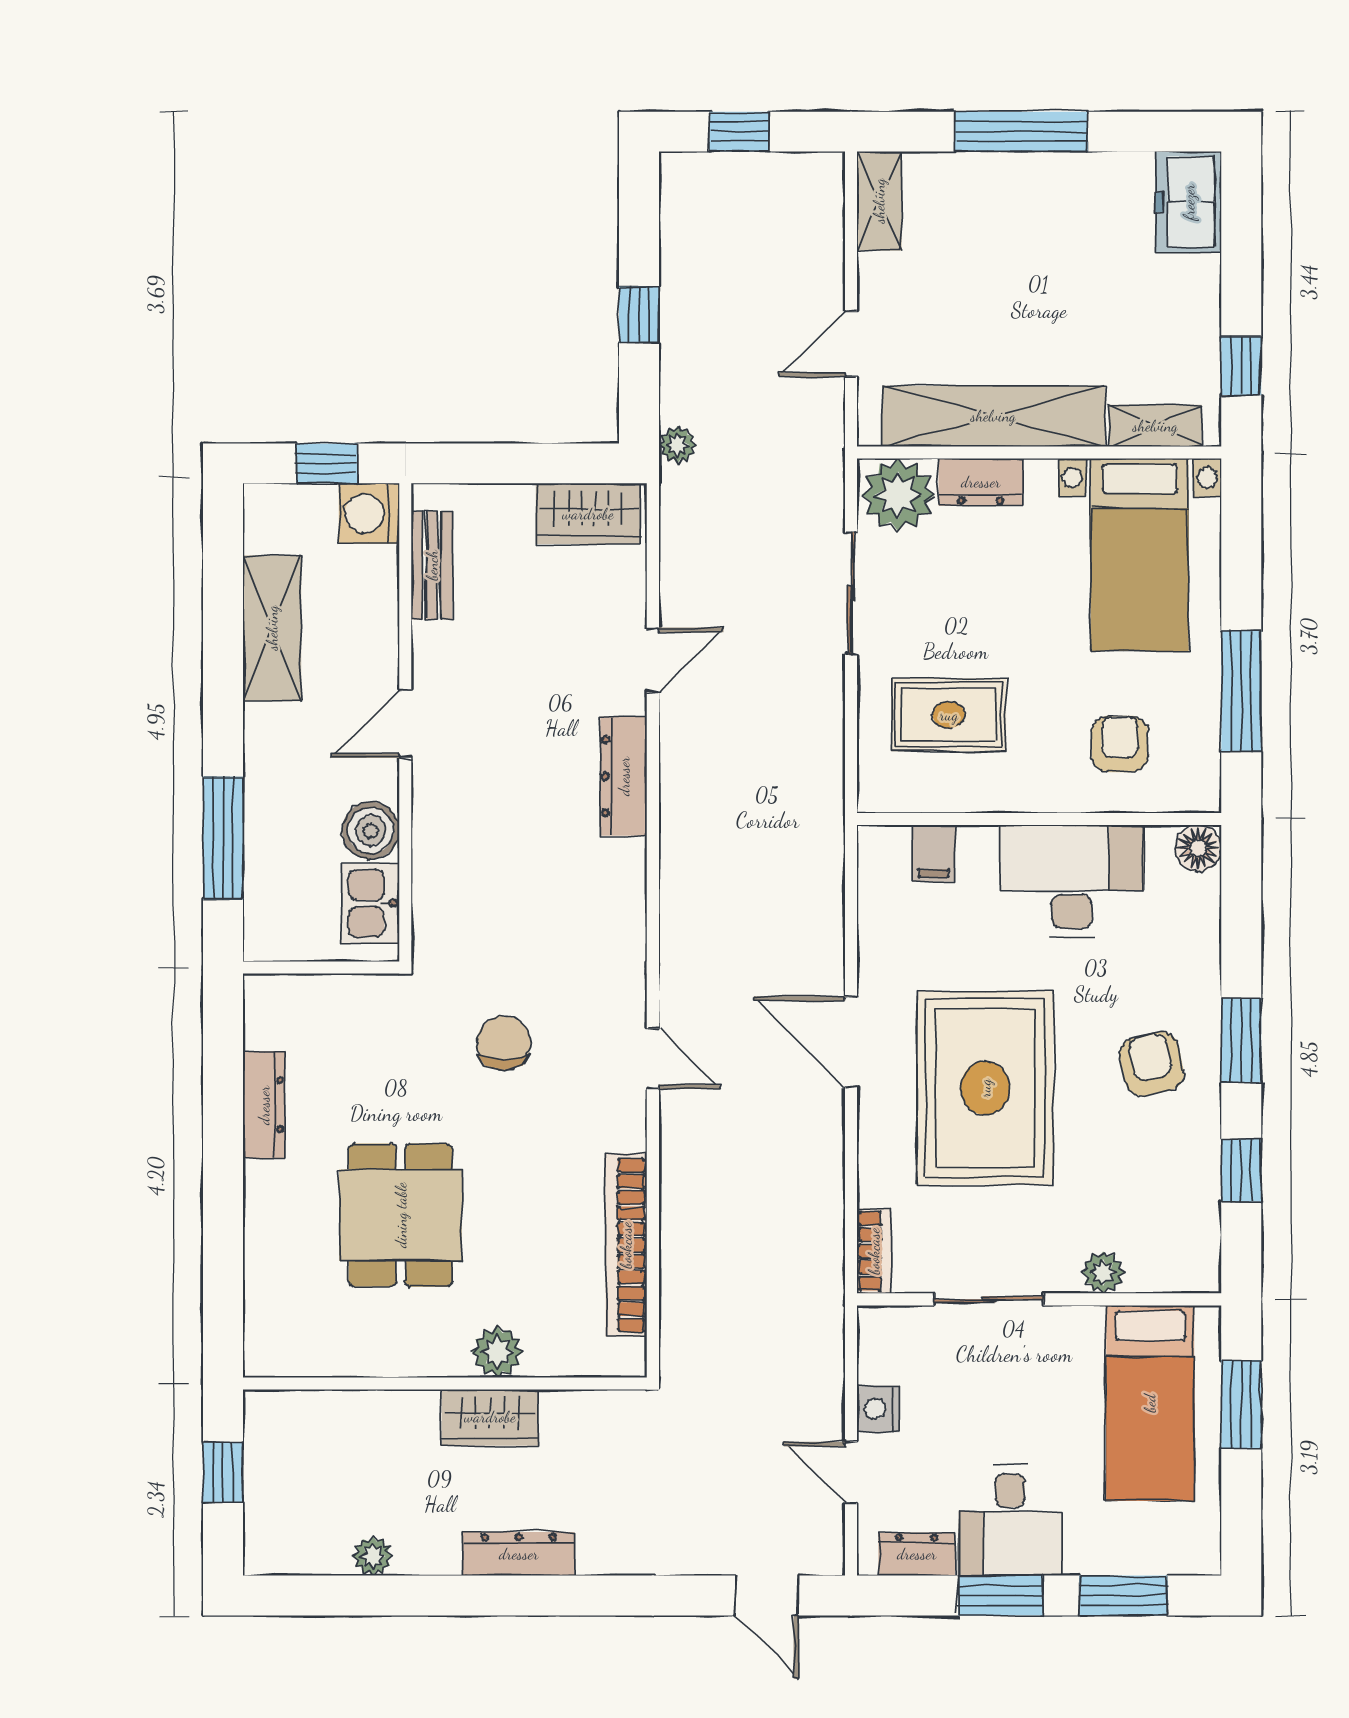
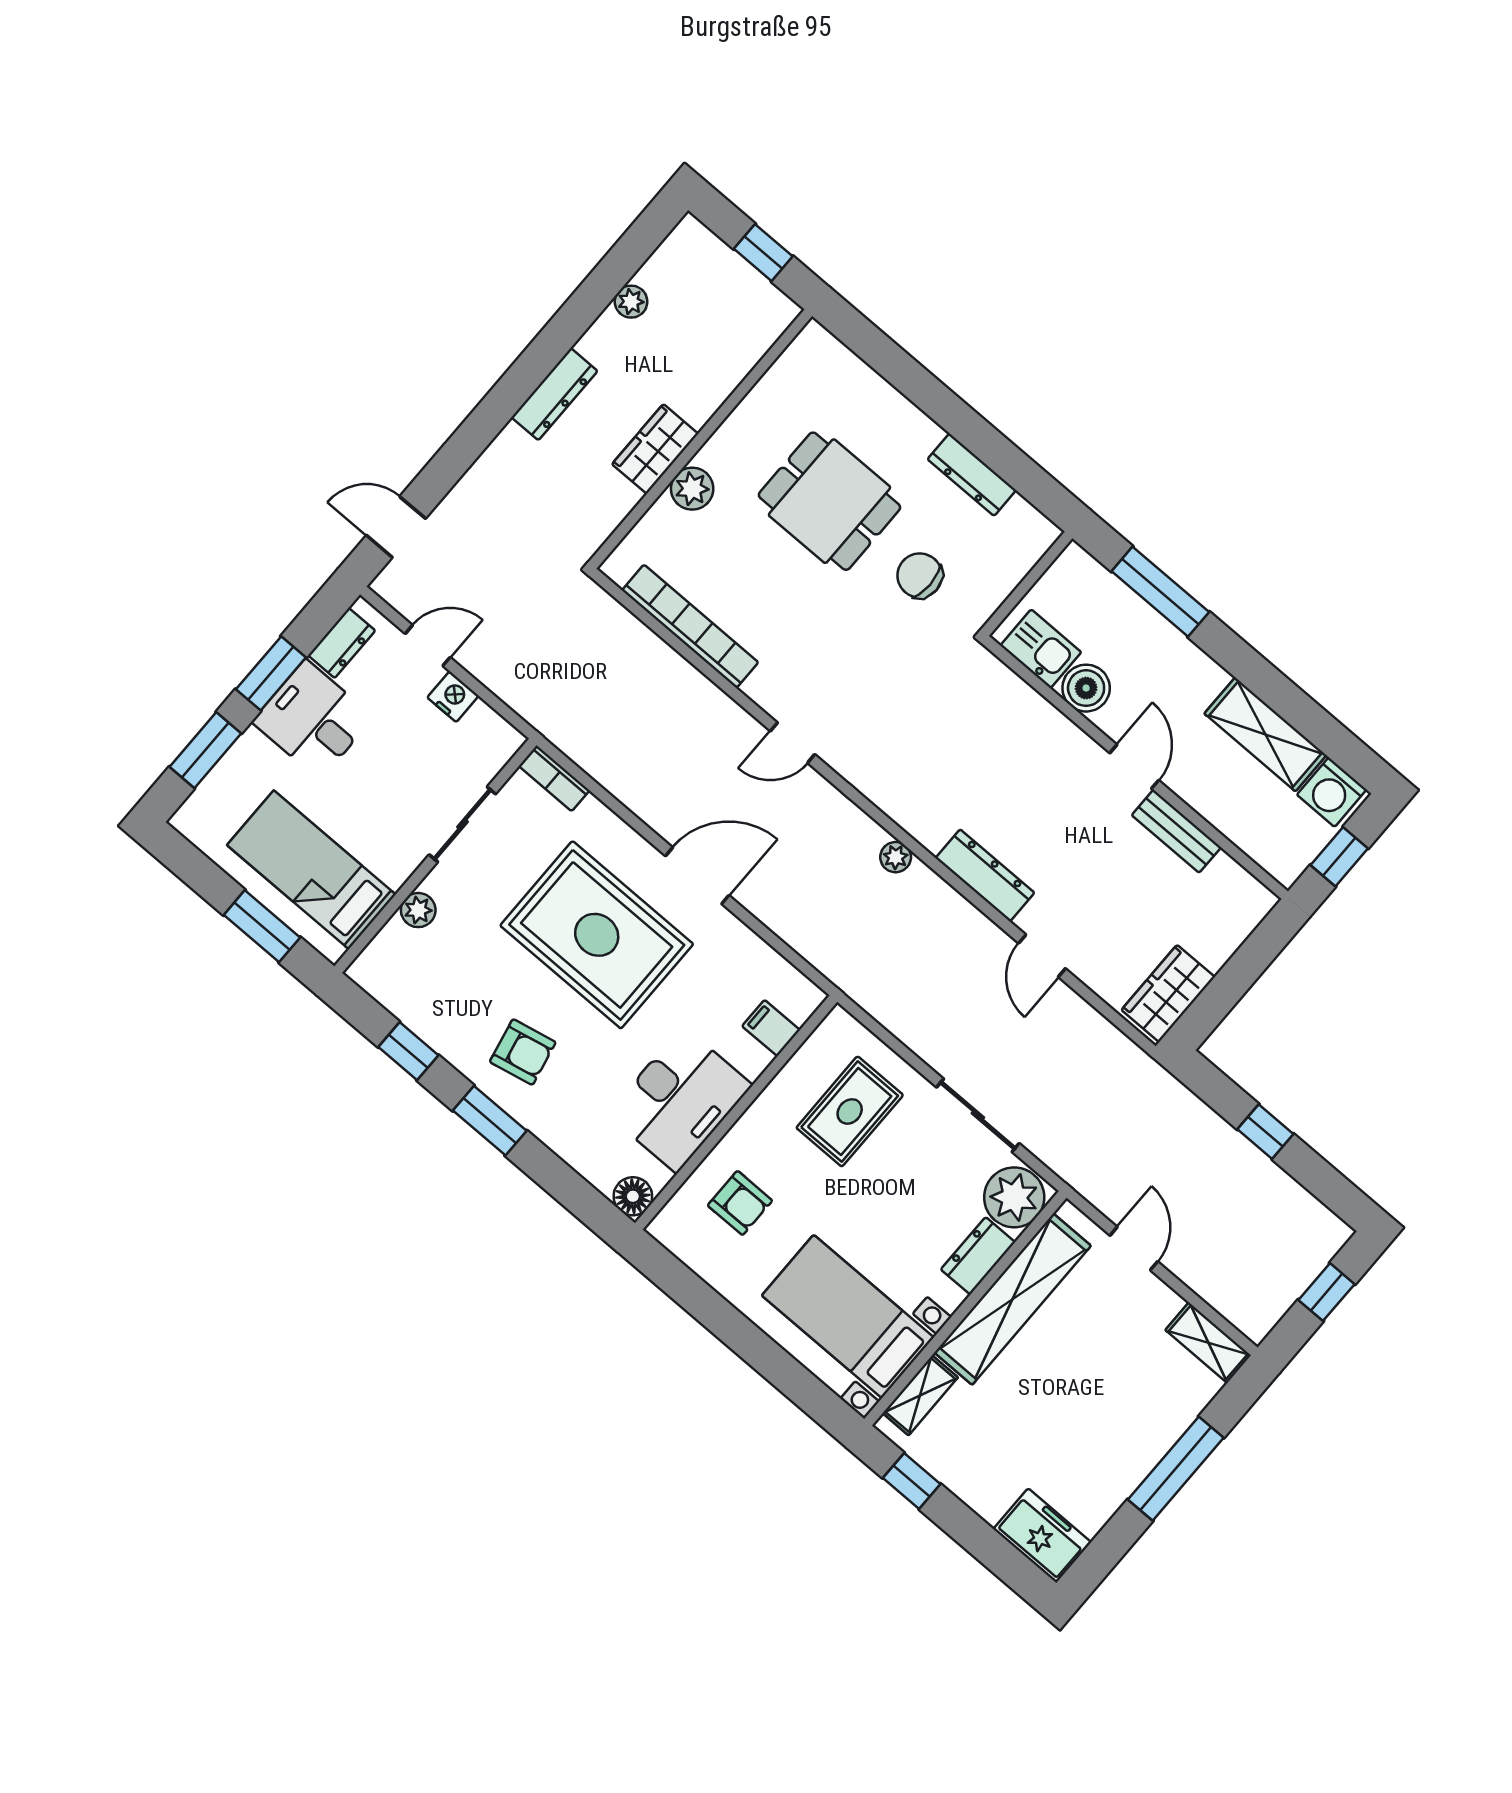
plant: (677, 445) -> (896, 857), moved
washing machine: (369, 513) -> (1332, 792), moved, turned 180
bench: (432, 565) -> (1176, 831), moved
window: (1241, 691) -> (708, 1307), removed
chair: (504, 1043) -> (920, 575), moved, turned 180

